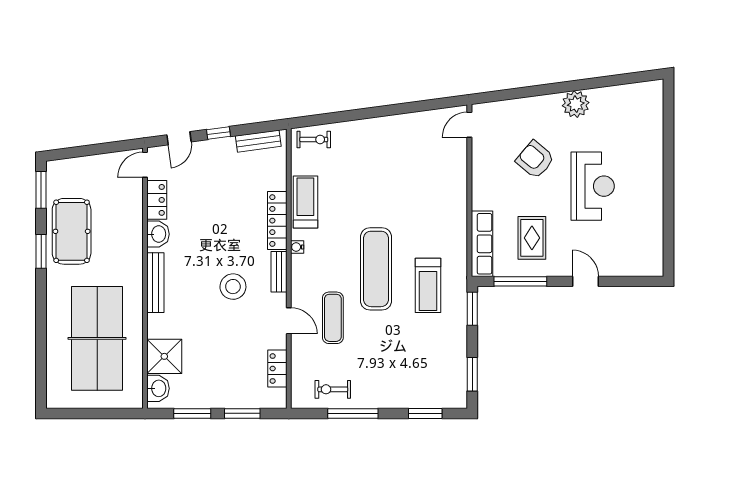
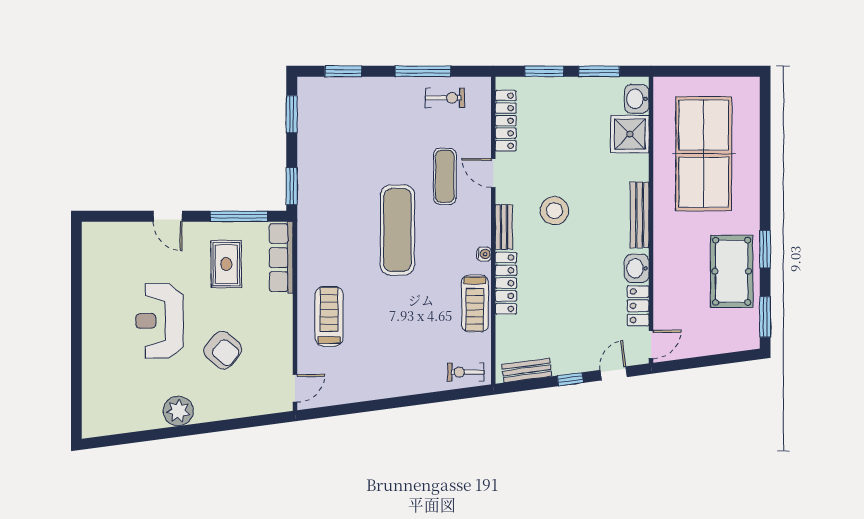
treadmill: (428, 285) -> (329, 316), moved
locker: (277, 368) -> (506, 121), width x1.53

